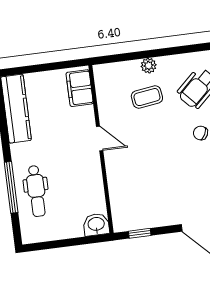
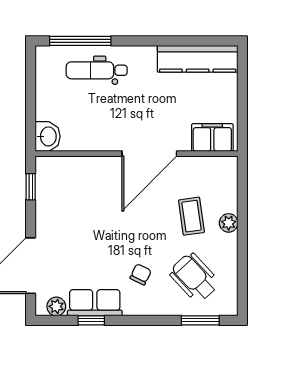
door: (100, 139) -> (149, 154), width x1.88
window: (11, 187) -> (80, 41), moved

